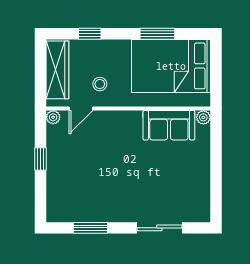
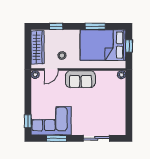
window: (216, 68) -> (129, 46), added
sofa: (169, 125) -> (80, 79), moved
window: (41, 159) -> (28, 121), moved
corner sofa: (81, 198) -> (51, 121), added

